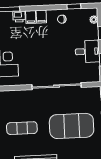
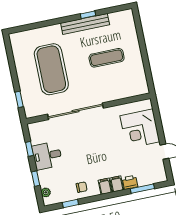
exercise mat: (72, 126) -> (51, 69), turned 90

